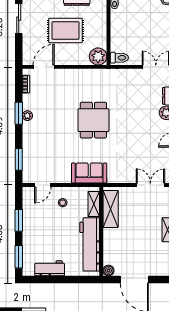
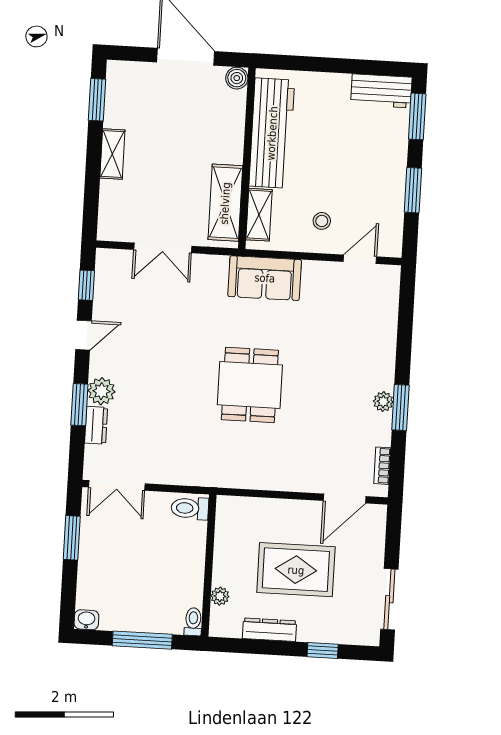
plant: (98, 56) -> (220, 596), moved, width x0.53, depth x0.53
window: (19, 159) -> (406, 314), removed
double door: (150, 185) -> (163, 248), moved
workbench: (50, 268) -> (381, 91), moved

